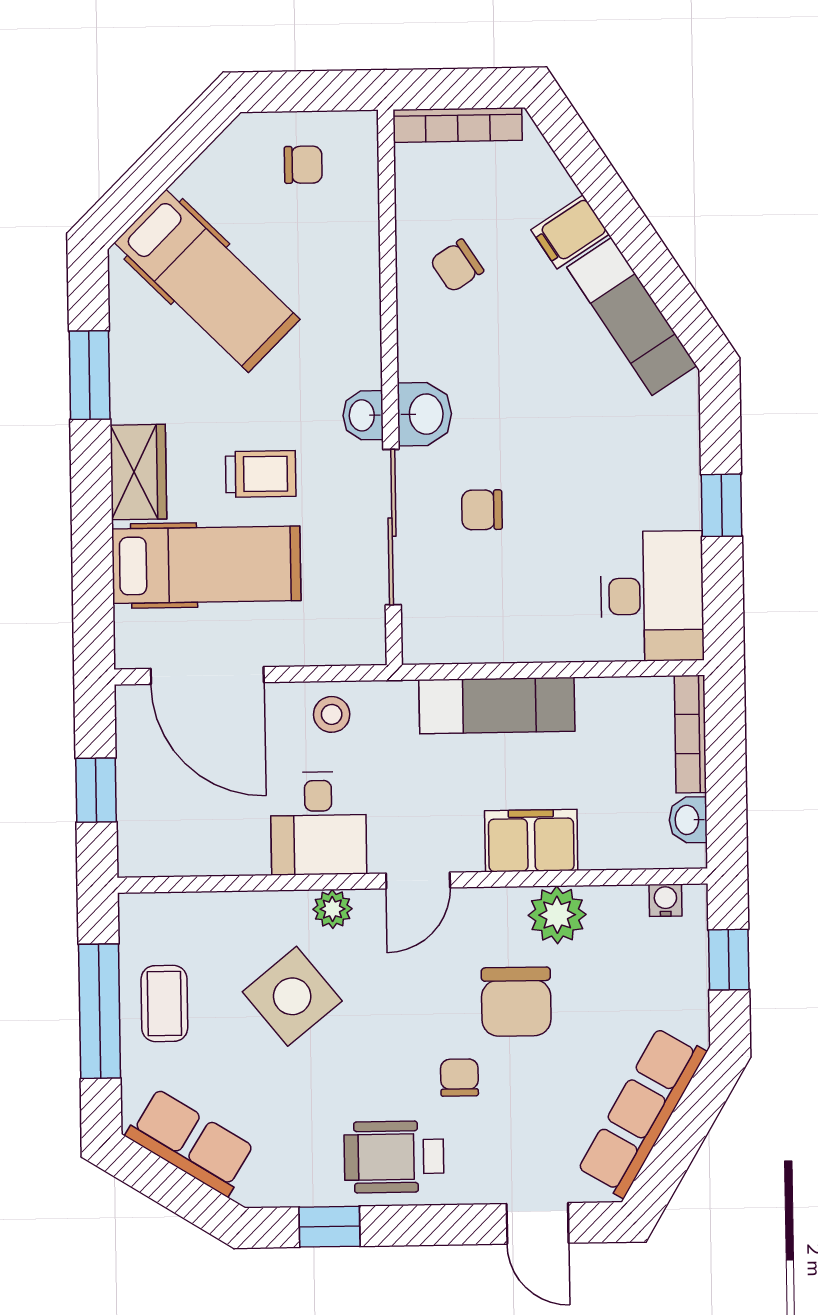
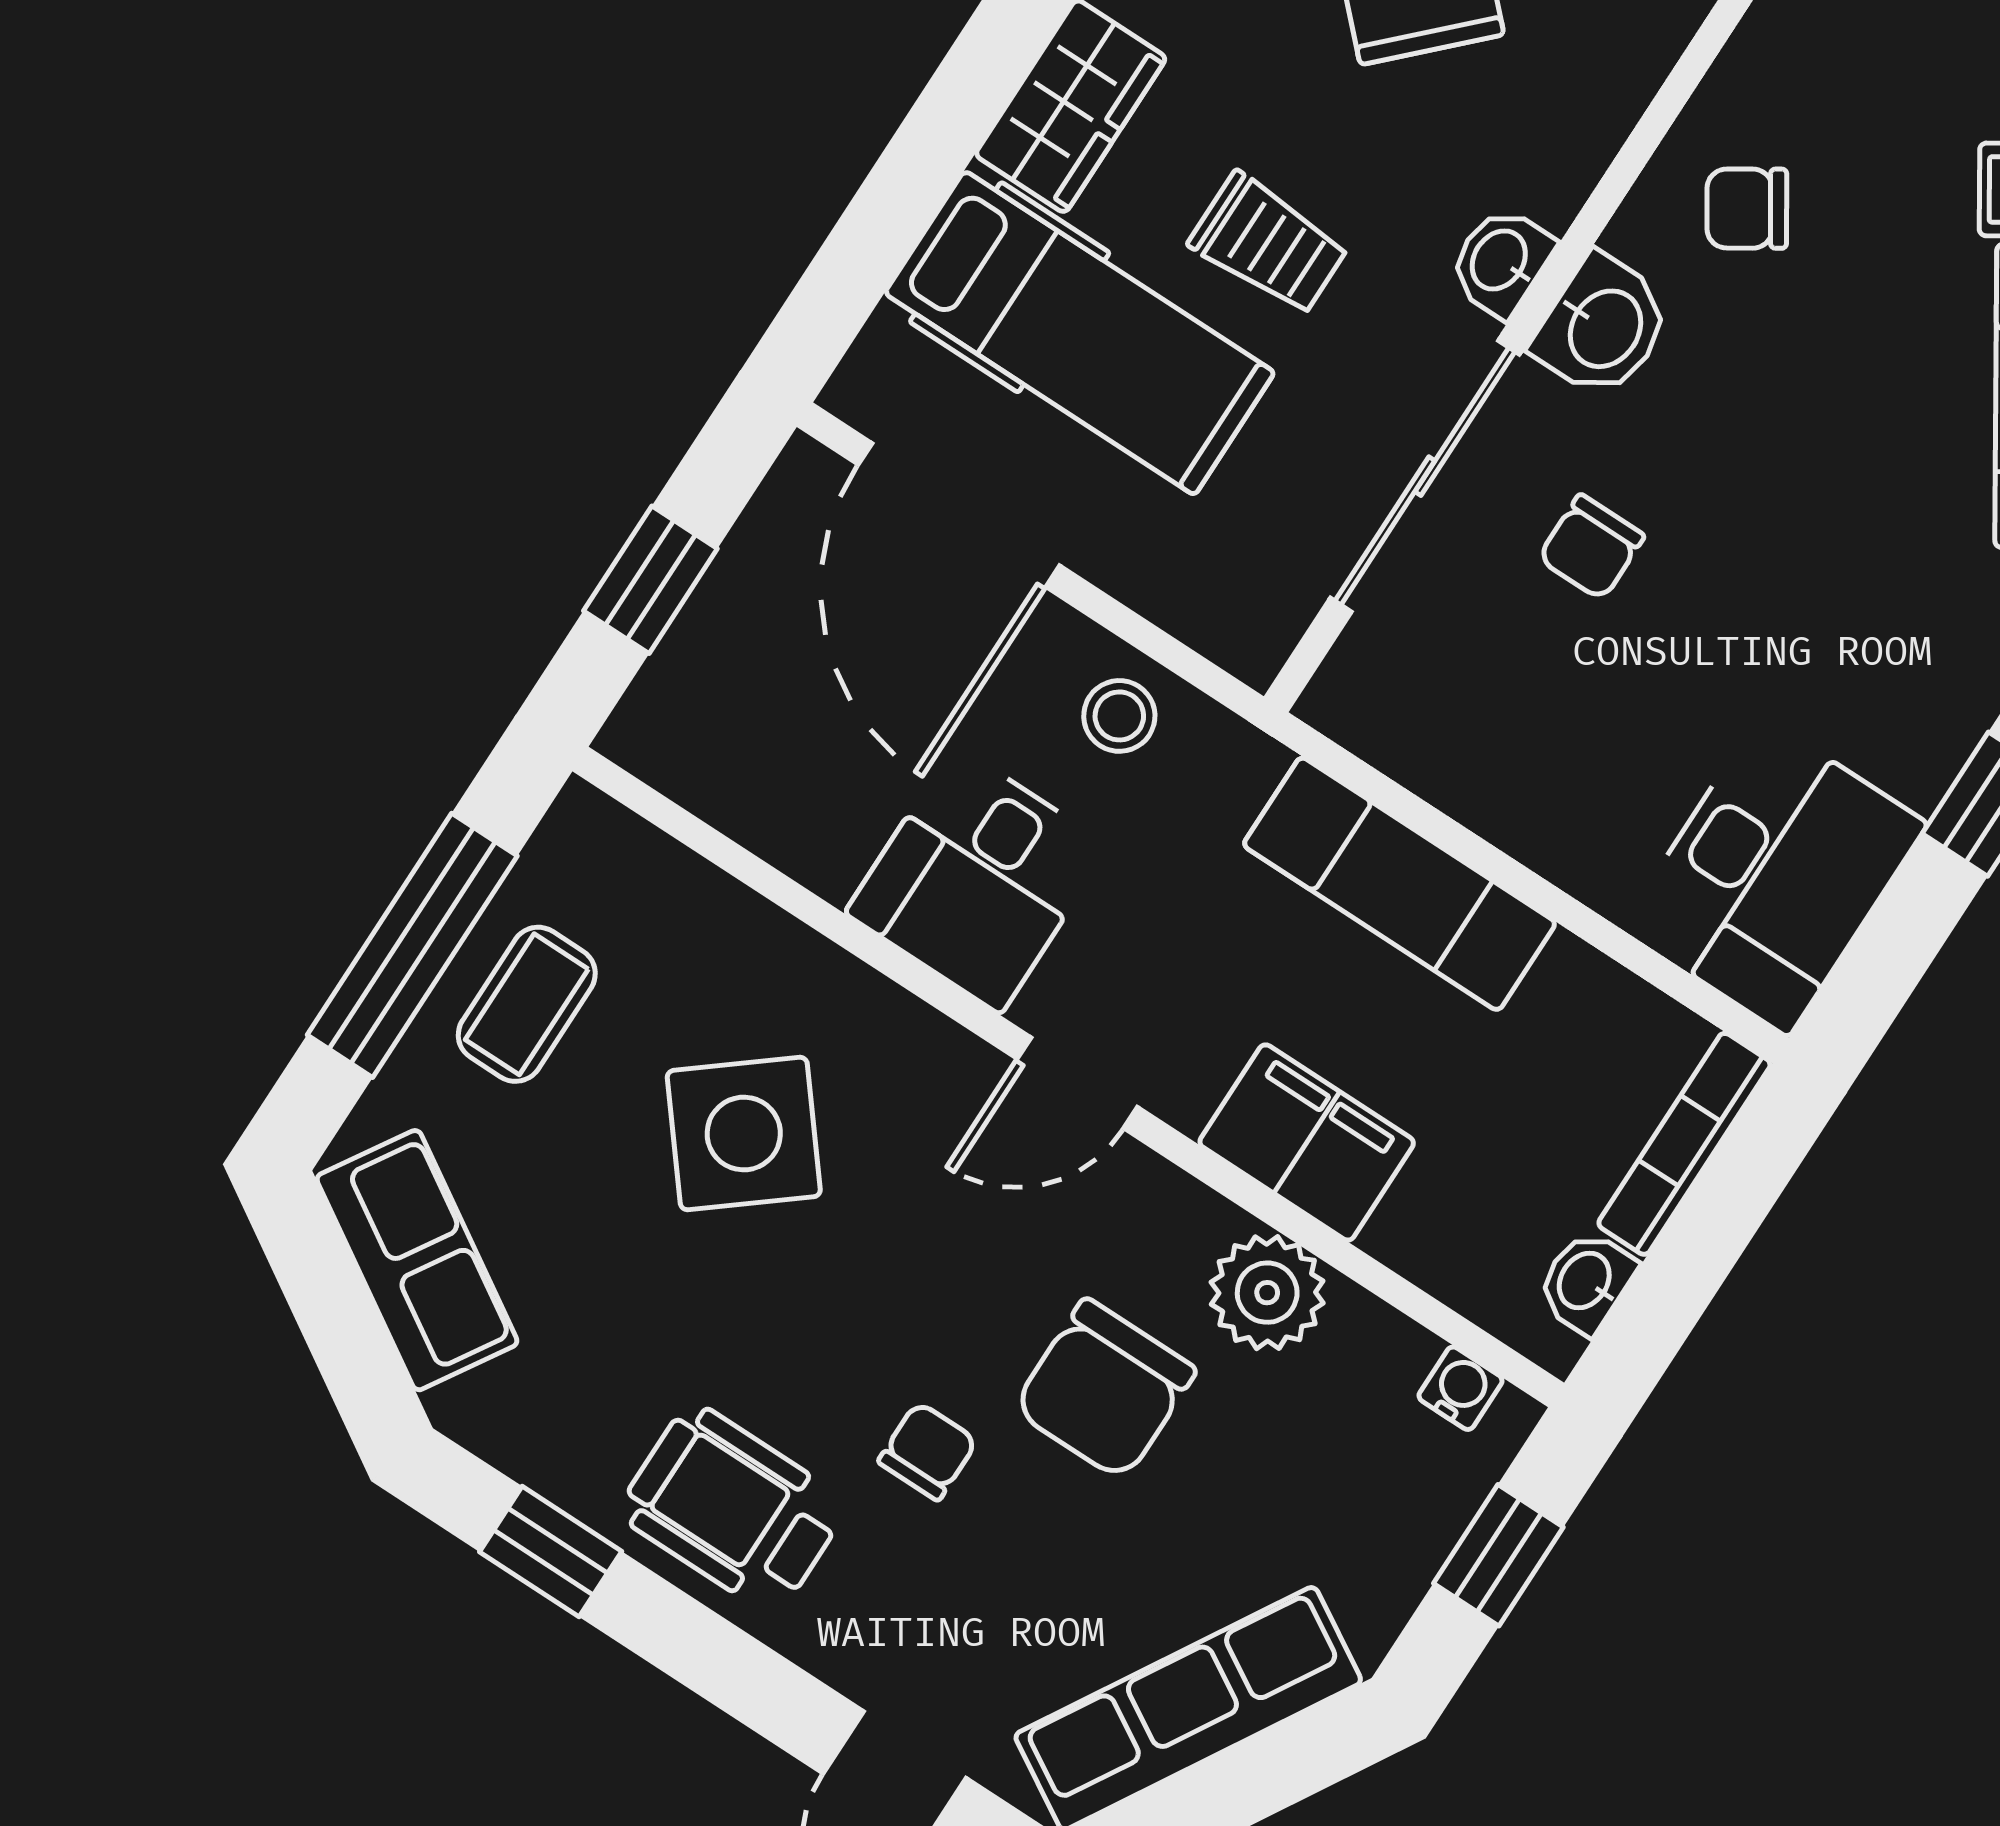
chair: (457, 266) -> (1747, 209), moved
chair: (482, 510) -> (1591, 547), turned -90
plant: (332, 909) -> (906, 1035), removed

